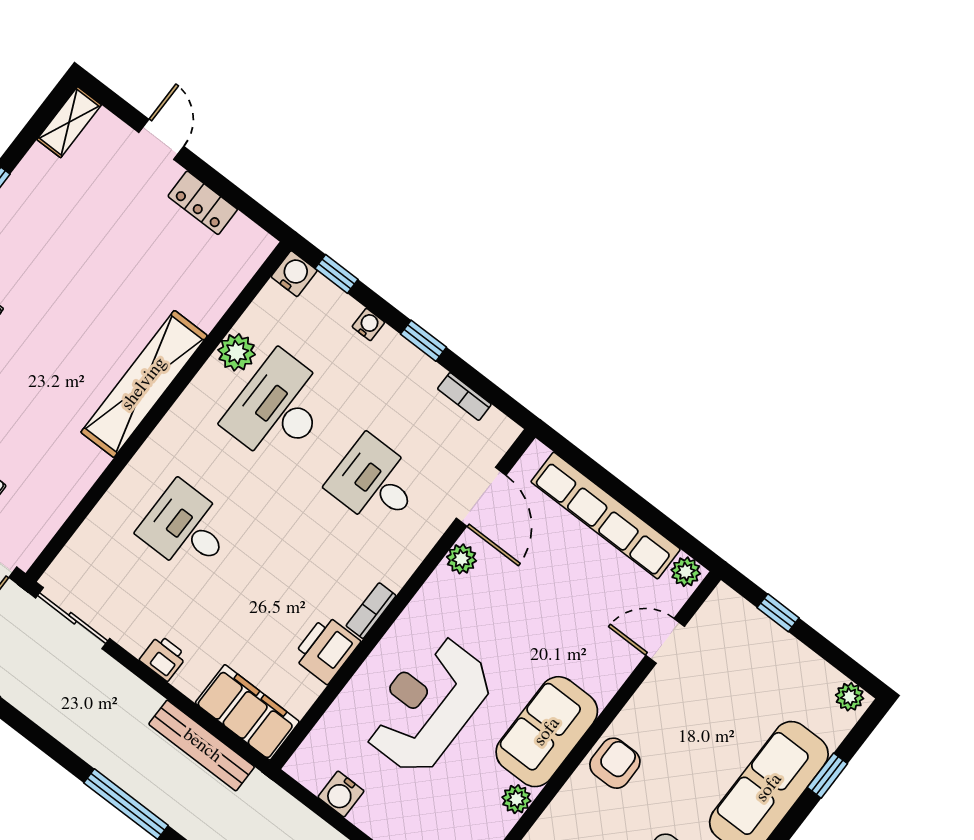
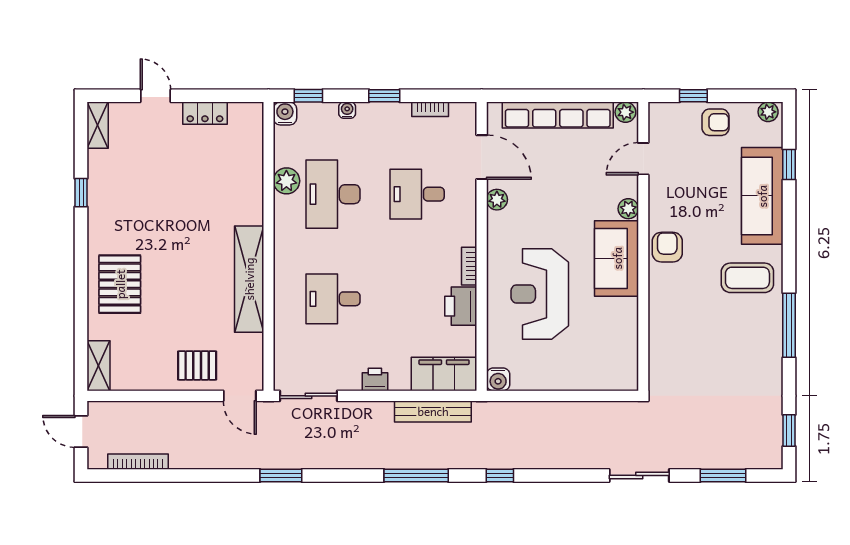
shelving: (144, 384) -> (249, 279), moved
armchair: (780, 662) -> (716, 122), added
water cooler: (341, 794) -> (498, 379), moved
plant: (516, 799) -> (628, 209), moved

